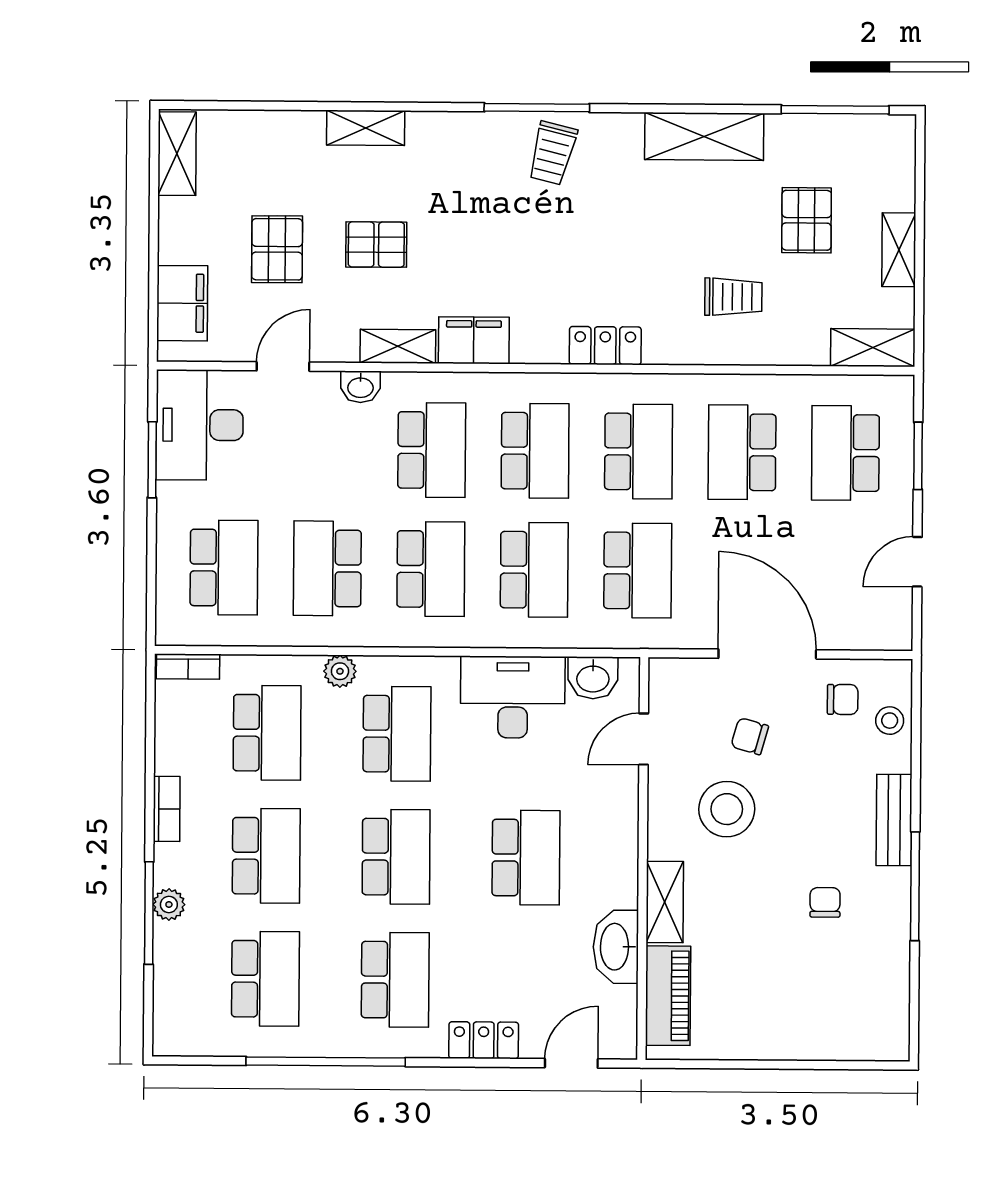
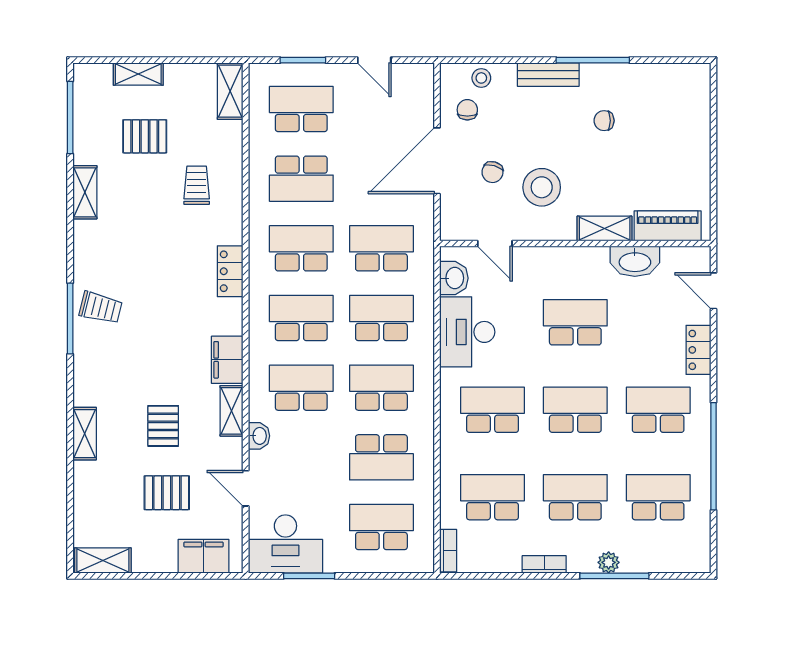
shelving: (704, 136) -> (85, 192), width x0.67, depth x0.75
shelving: (899, 250) -> (138, 74), moved
school desk: (845, 453) -> (301, 109), turned 180
plant: (340, 671) -> (451, 448), removed

